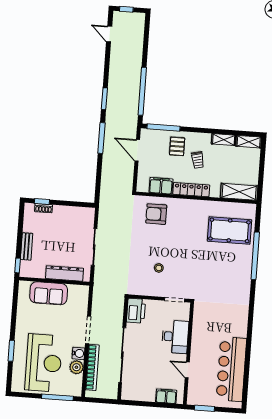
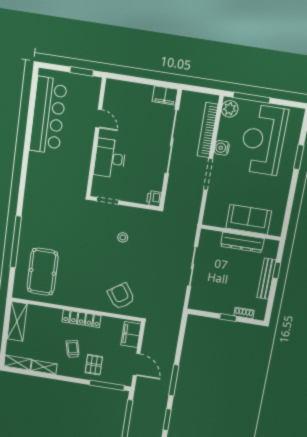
filing cabinet: (161, 186) -> (131, 335), moved, turned 90
shelving: (239, 192) -> (17, 321), moved, turned 90
window: (42, 201) -> (228, 318), moved
armchair: (156, 214) -> (121, 296), turned -125
pool table: (229, 230) -> (43, 272), turned 90
bench: (27, 246) -> (266, 279), width x1.36
window: (18, 265) -> (277, 270), moved
dresser: (65, 273) -> (242, 242), moved
printer: (136, 311) -> (154, 199), width x0.53, depth x0.68
plant: (76, 367) -> (230, 109), moved
filing cabinet: (166, 396) -> (165, 95), moved

